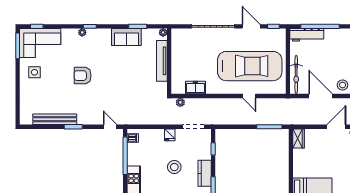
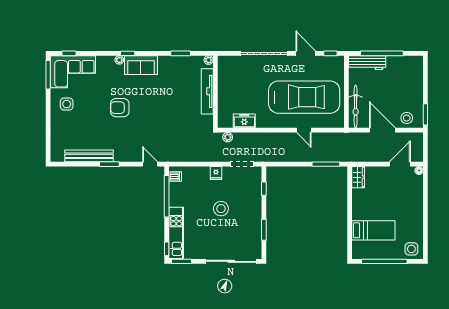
sofa: (126, 37) -> (141, 65), moved
kitchen counter: (205, 173) -> (254, 215), removed

